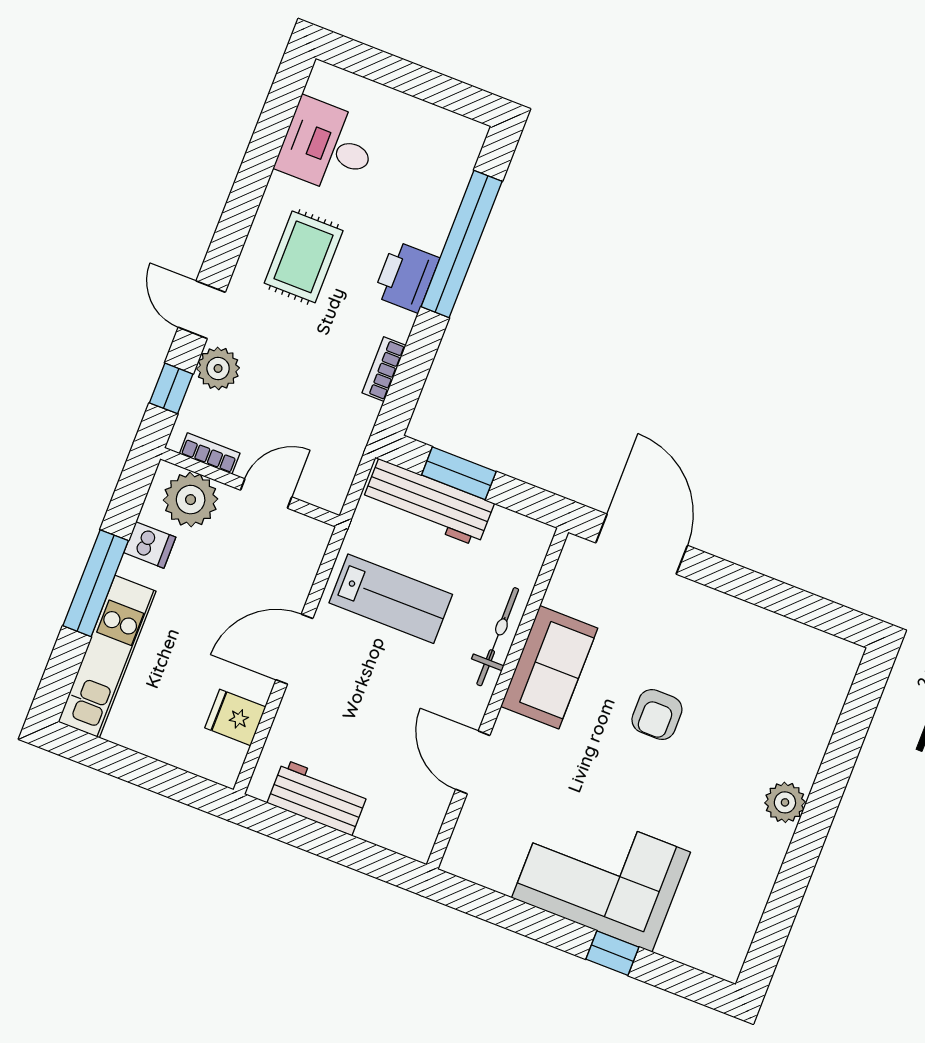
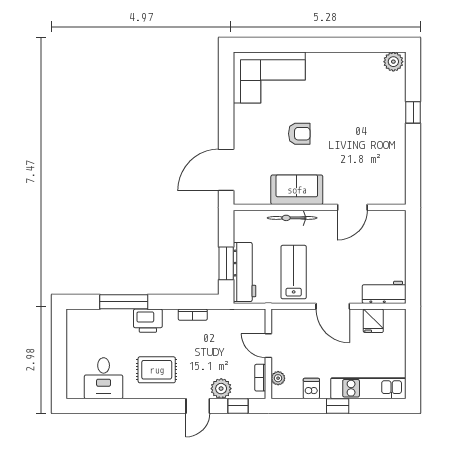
window: (462, 244) -> (124, 302), width x0.68
plant: (191, 500) -> (278, 378), width x0.53, depth x0.53
window: (96, 583) -> (338, 406), width x0.46
workbench: (318, 797) -> (384, 292), moved, turned 90
plant: (785, 802) -> (393, 62), moved
corner sofa: (601, 875) -> (269, 78), moved, turned -90

